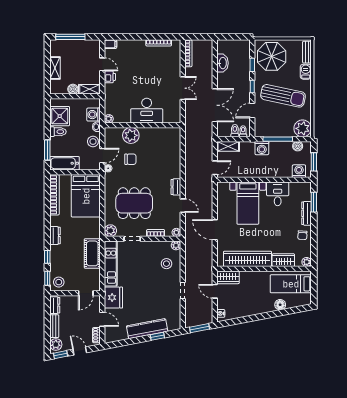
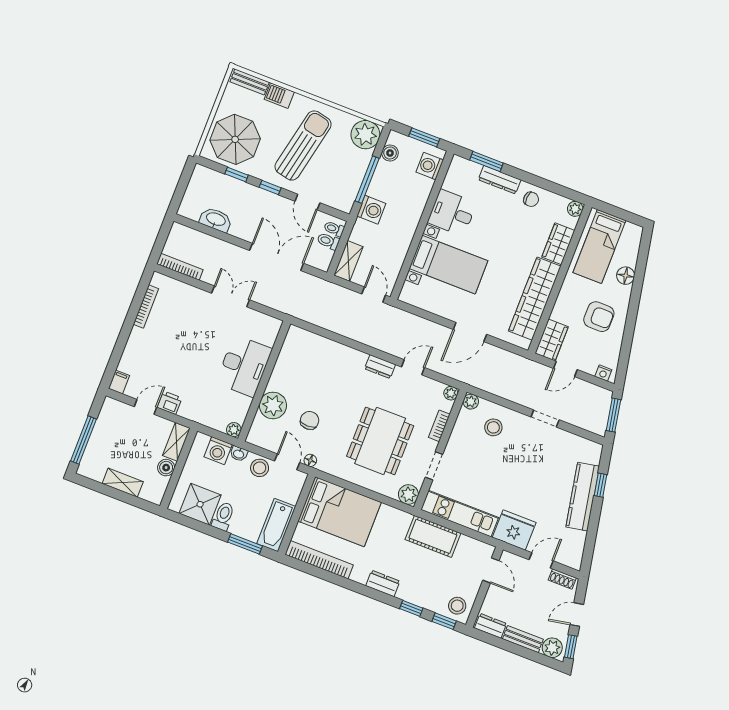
armchair: (251, 299) -> (599, 317), added

